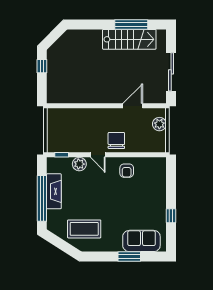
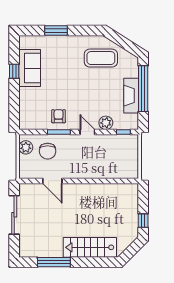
stairs: (129, 39) -> (90, 247), moved
door: (133, 106) -> (52, 181), hinge flipped
plant: (159, 124) -> (26, 147), moved
chair: (116, 140) -> (48, 151), moved
window: (126, 155) -> (59, 132), added
sofa: (141, 241) -> (30, 68), moved, turned -90

